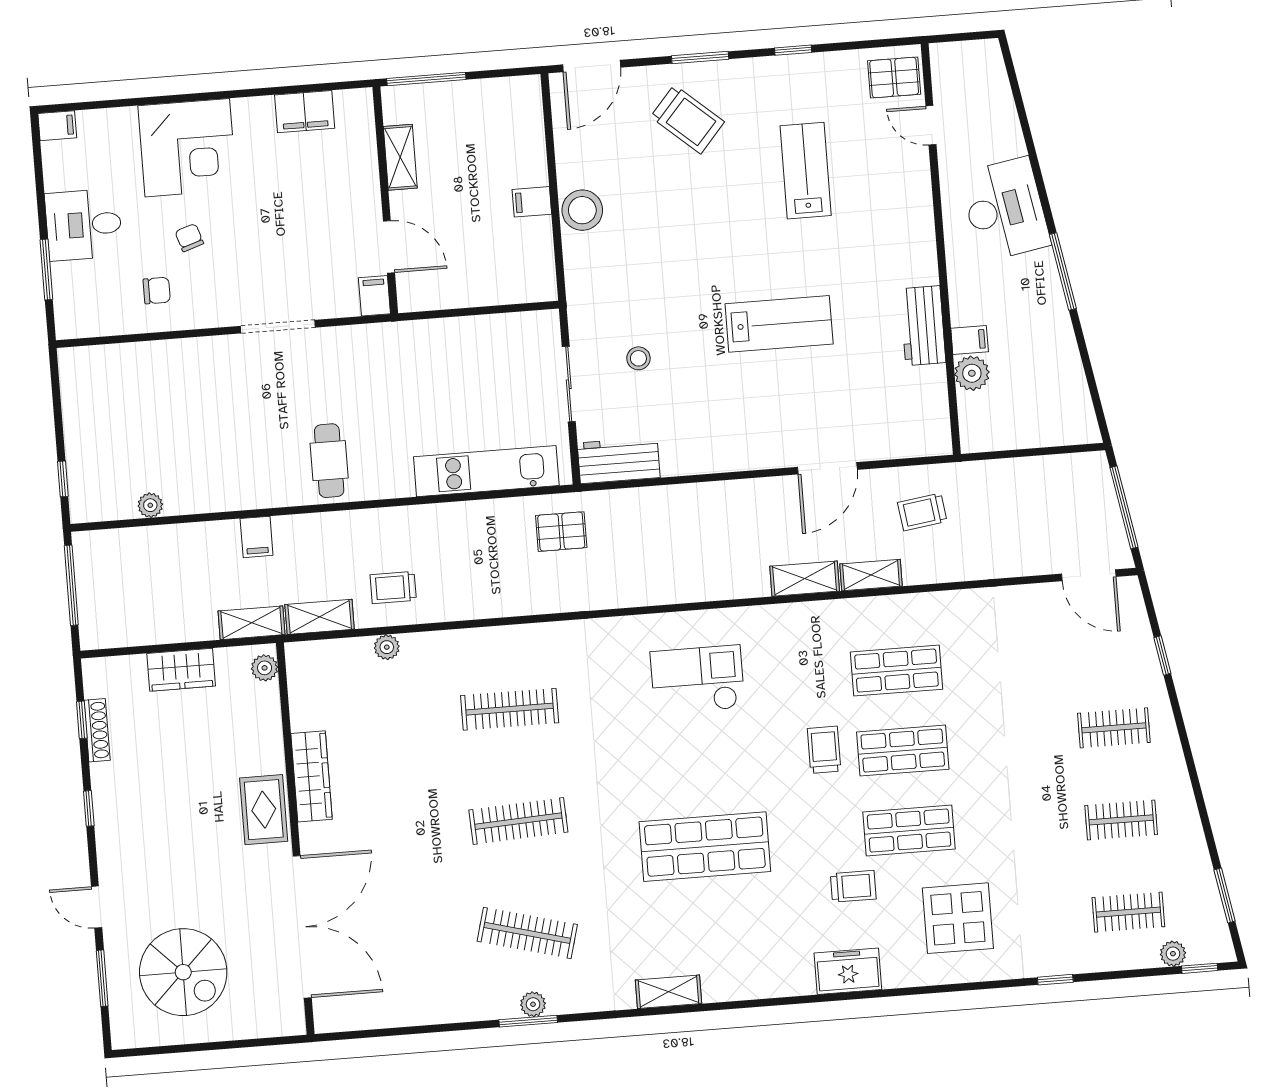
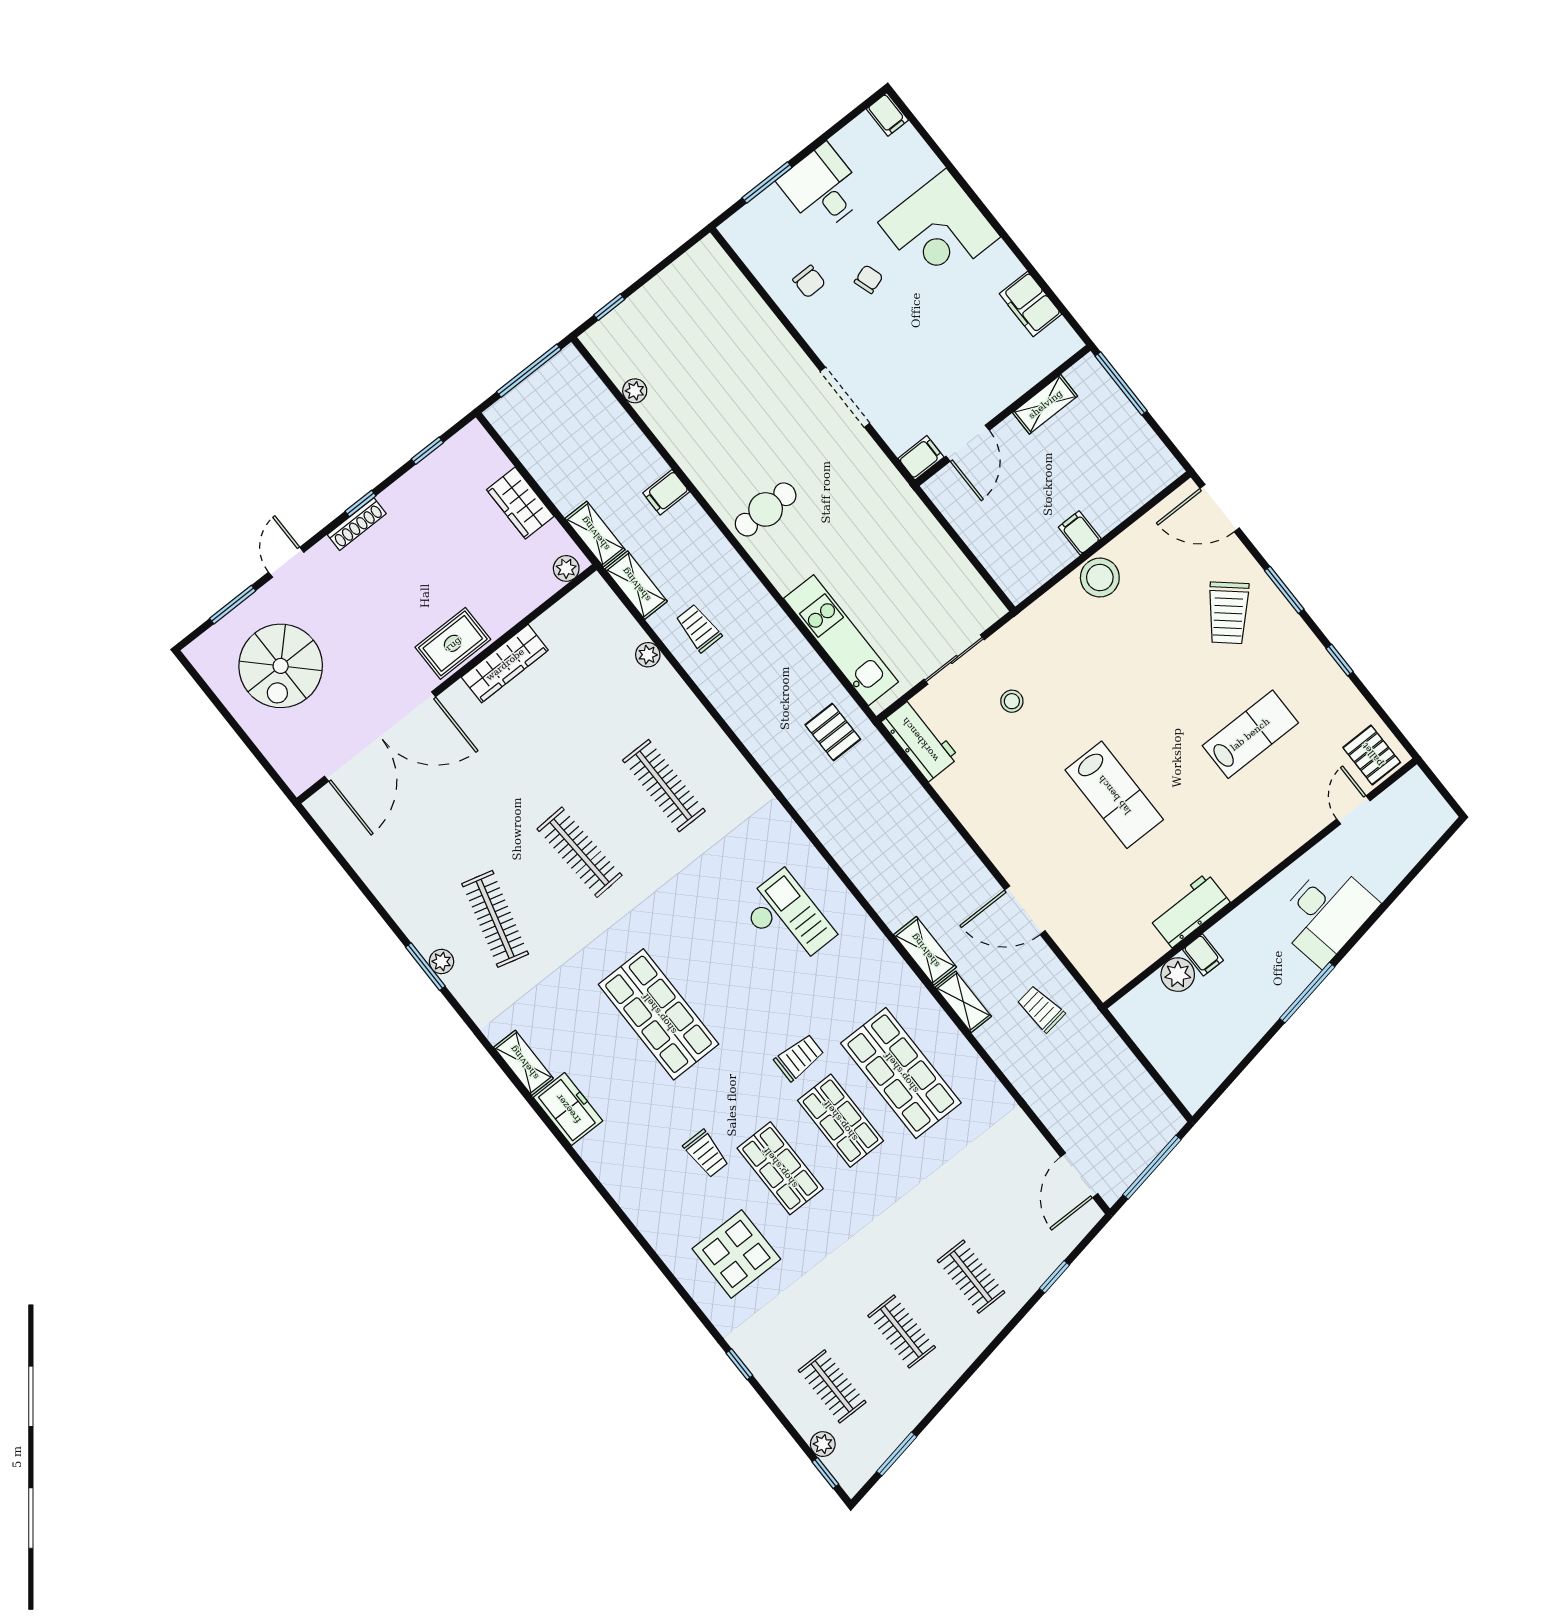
shop shelf: (896, 671) -> (901, 1073), width x1.43, depth x1.36
shoe rack: (97, 730) -> (357, 524), moved
freezer: (848, 971) -> (568, 1109), moved

